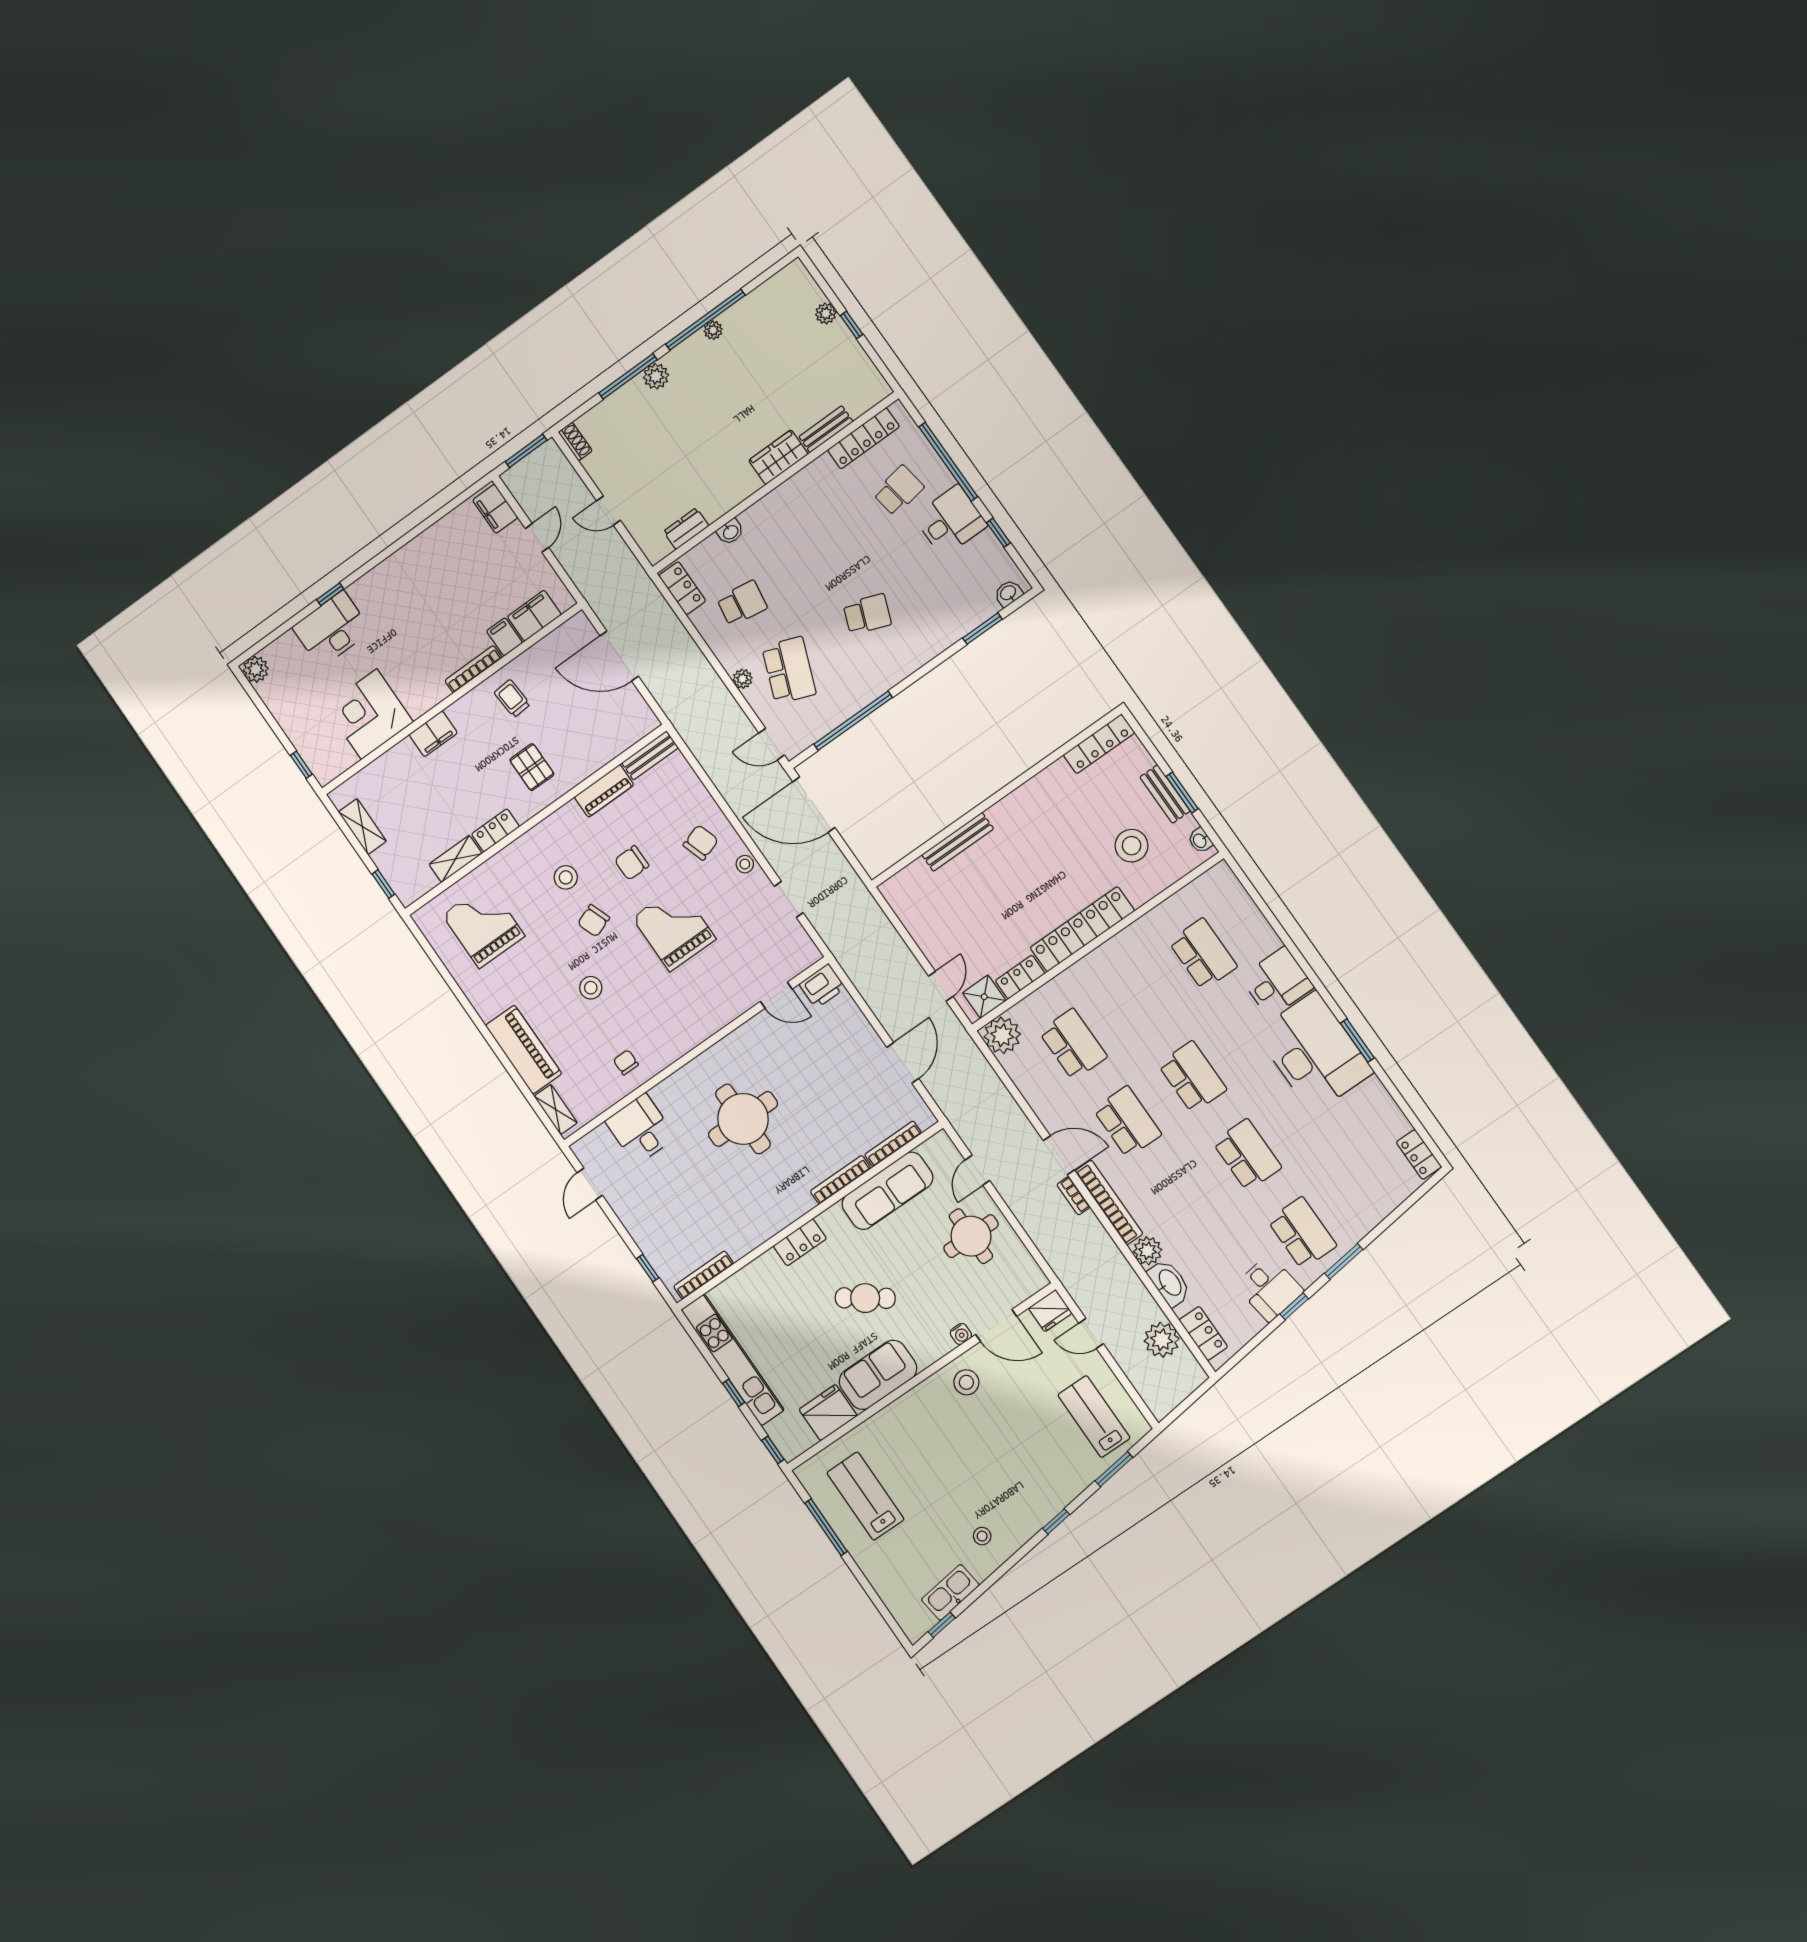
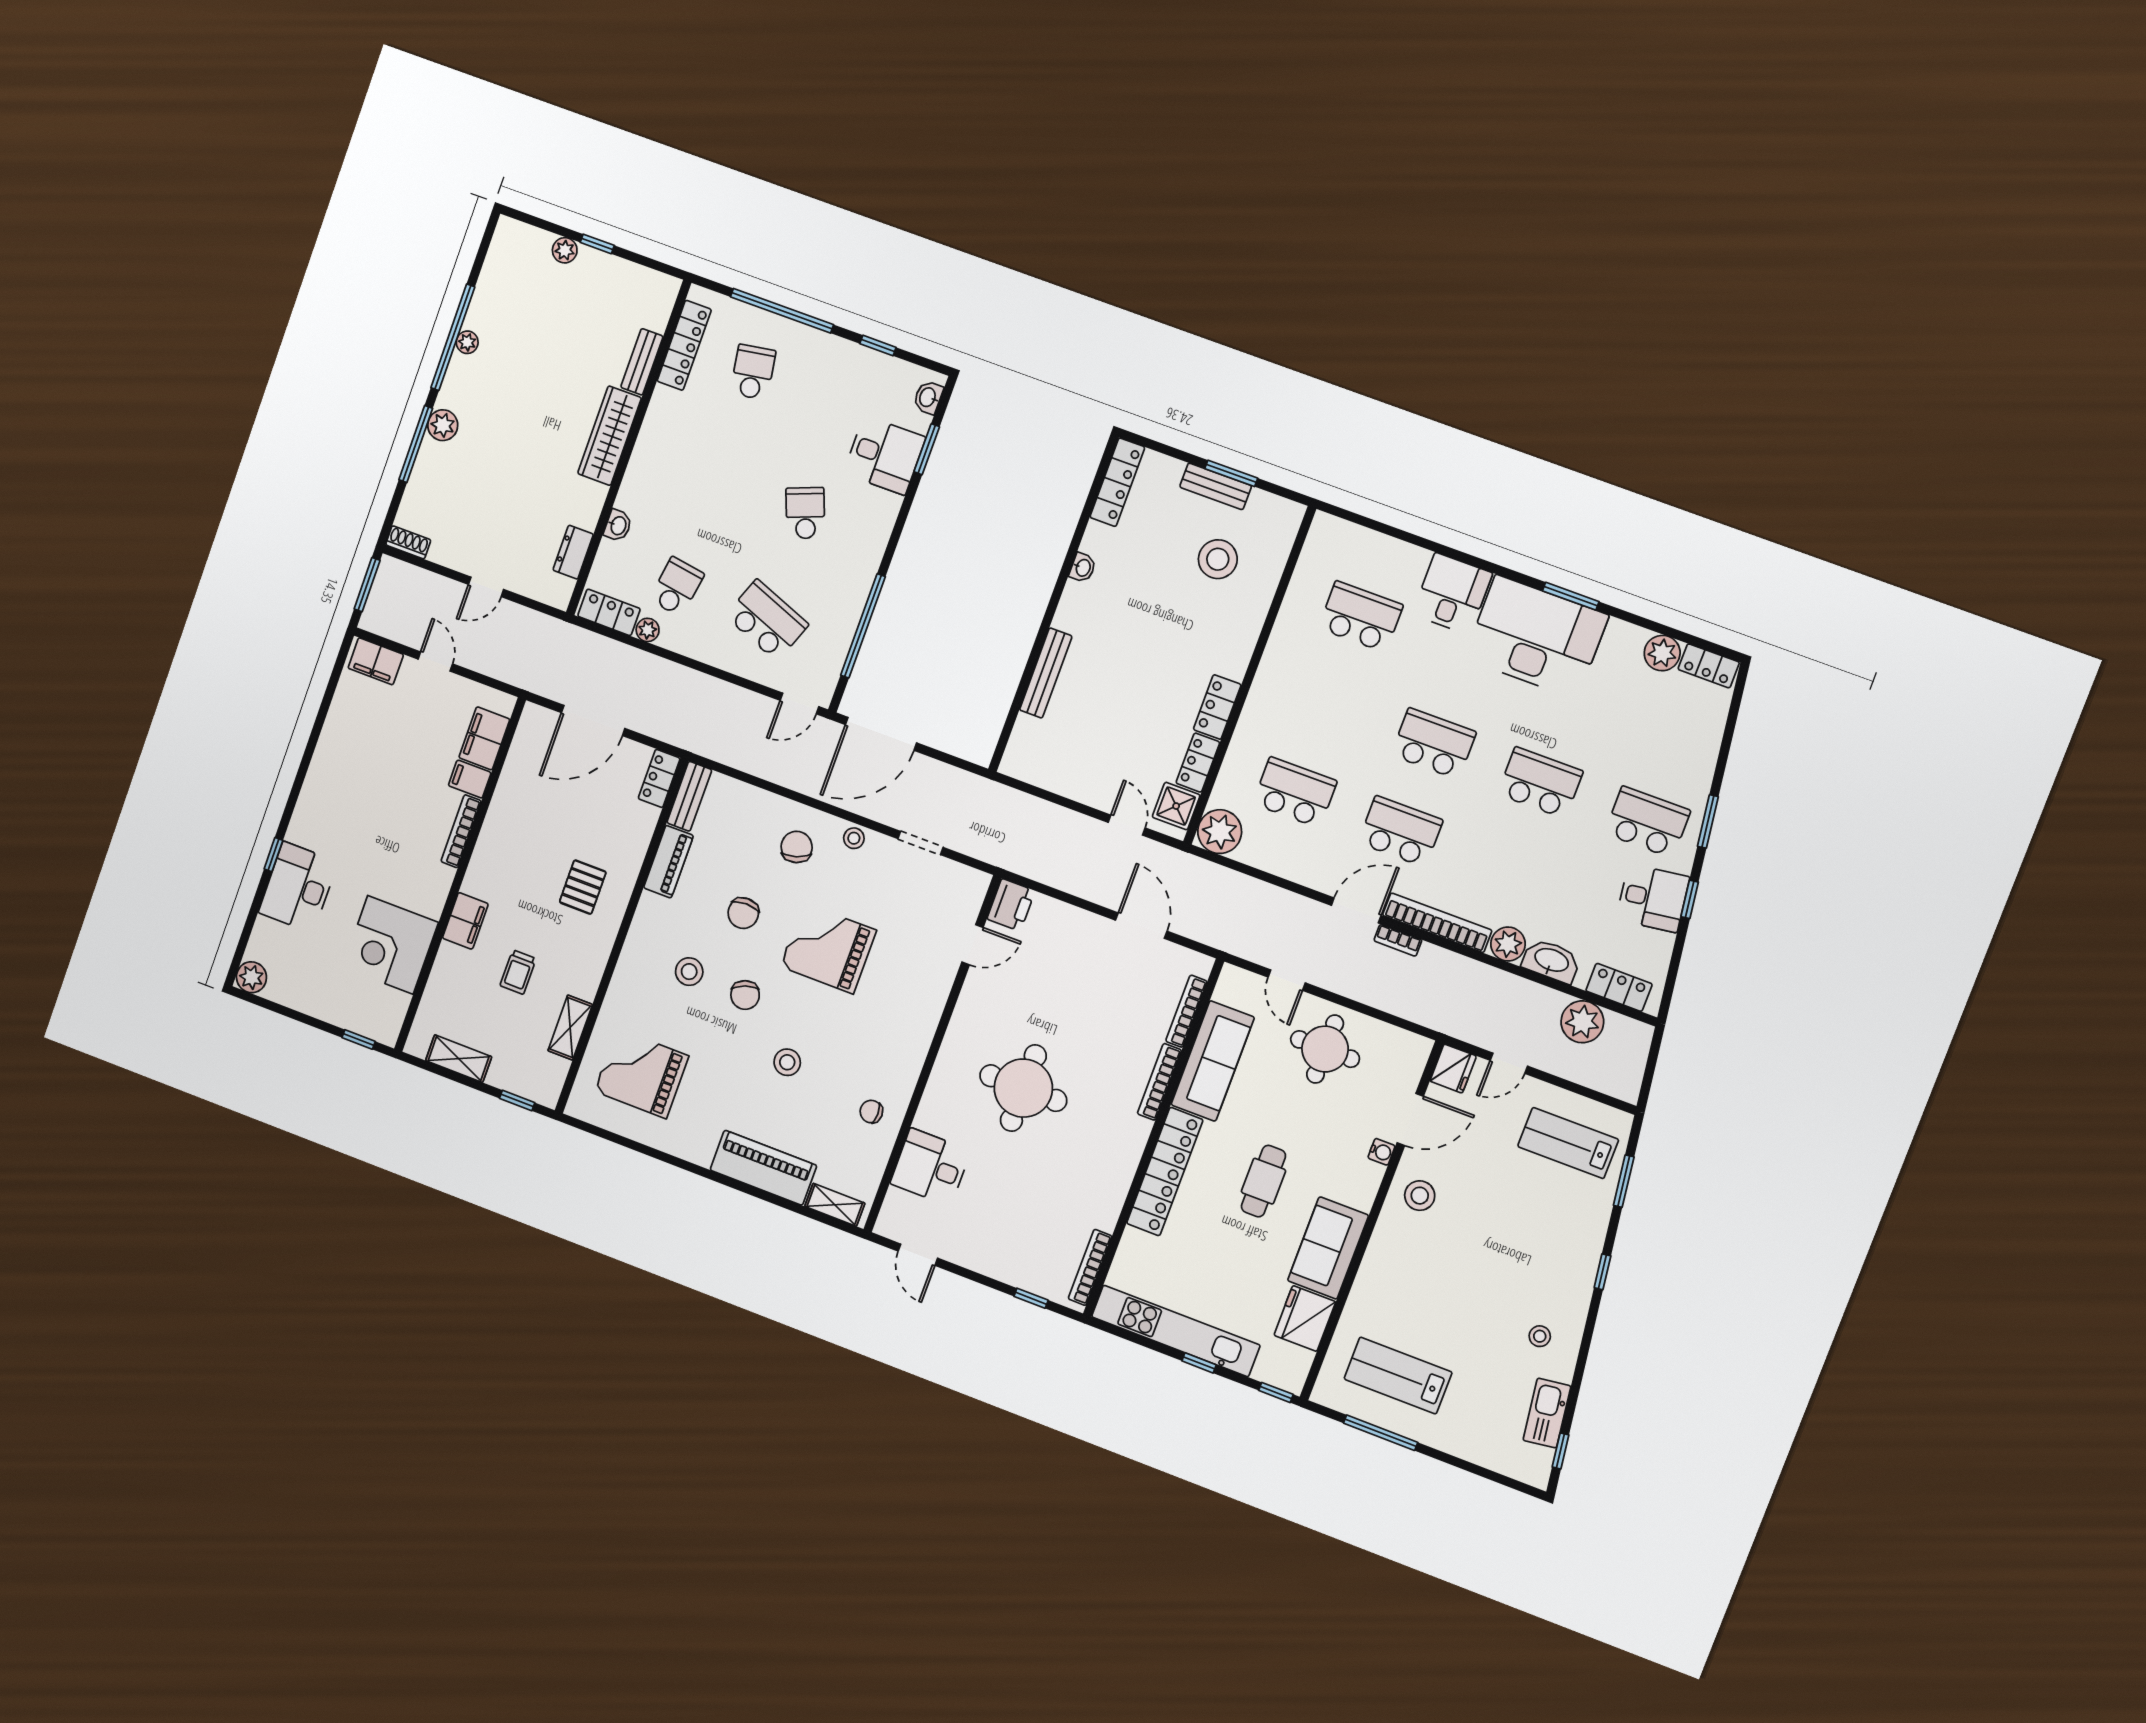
wardrobe: (778, 457) -> (610, 436), width x1.50
desk: (950, 521) -> (885, 455), moved, turned 90
school desk: (867, 614) -> (805, 513), turned -42
plant: (743, 679) -> (648, 630), moved
trolley: (512, 699) -> (518, 972), moved, turned -86
pallet: (532, 767) -> (583, 887), turned 90
locker: (495, 830) -> (659, 778), moved
washbasin: (1200, 841) -> (1083, 568), moved, turned -90
locker: (1082, 929) -> (1217, 707), width x0.46, depth x0.83
plant: (1393, 1123) -> (1662, 653), added
locker: (800, 1242) -> (1165, 1172), width x2.16, depth x1.21
cafe table: (865, 1298) -> (1263, 1181), turned -35

